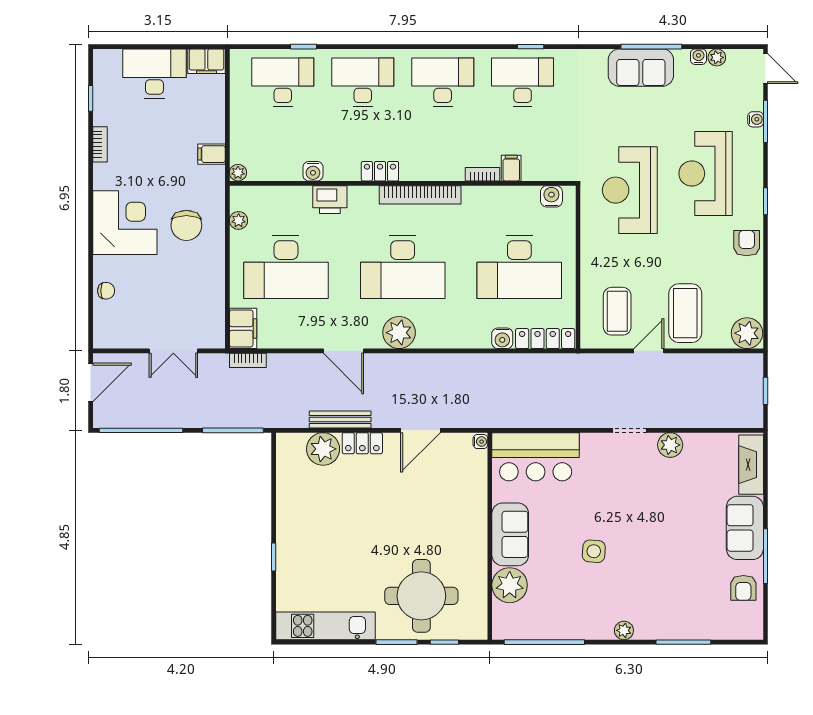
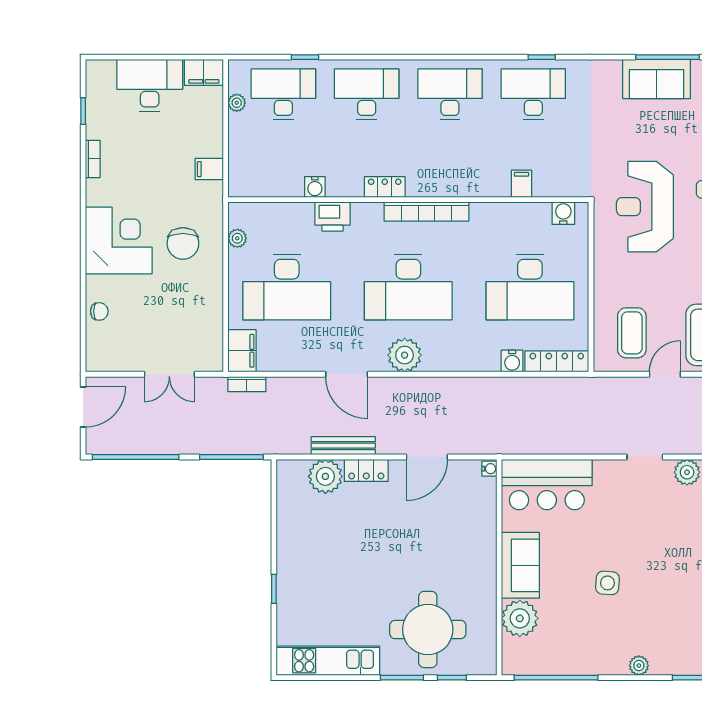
plant: (238, 173) -> (237, 103), moved
bookcase: (483, 174) -> (492, 190), removed

